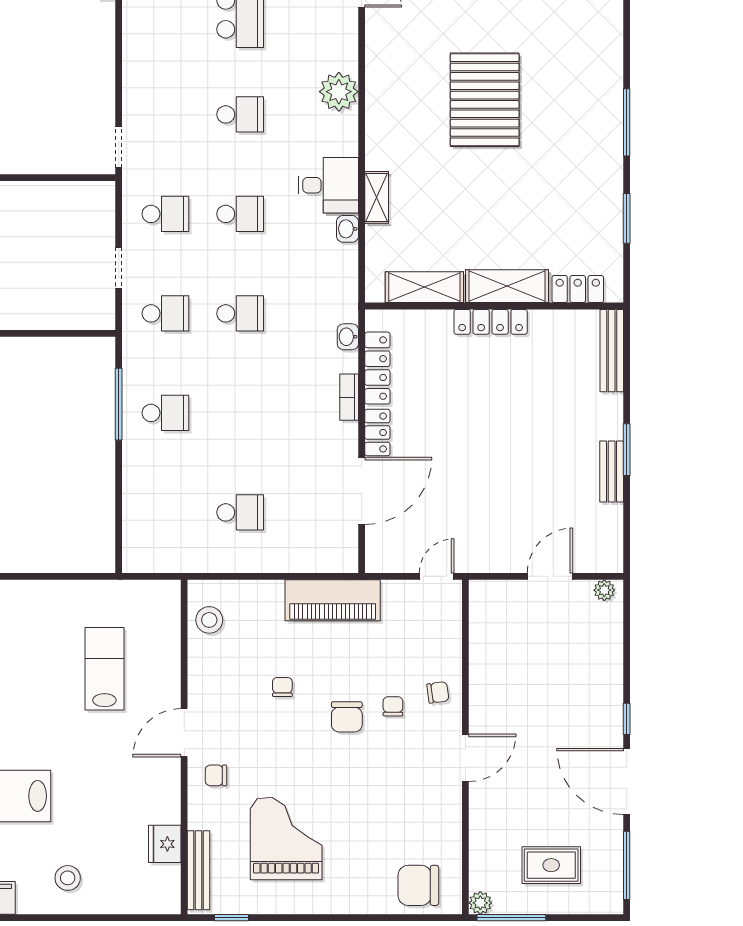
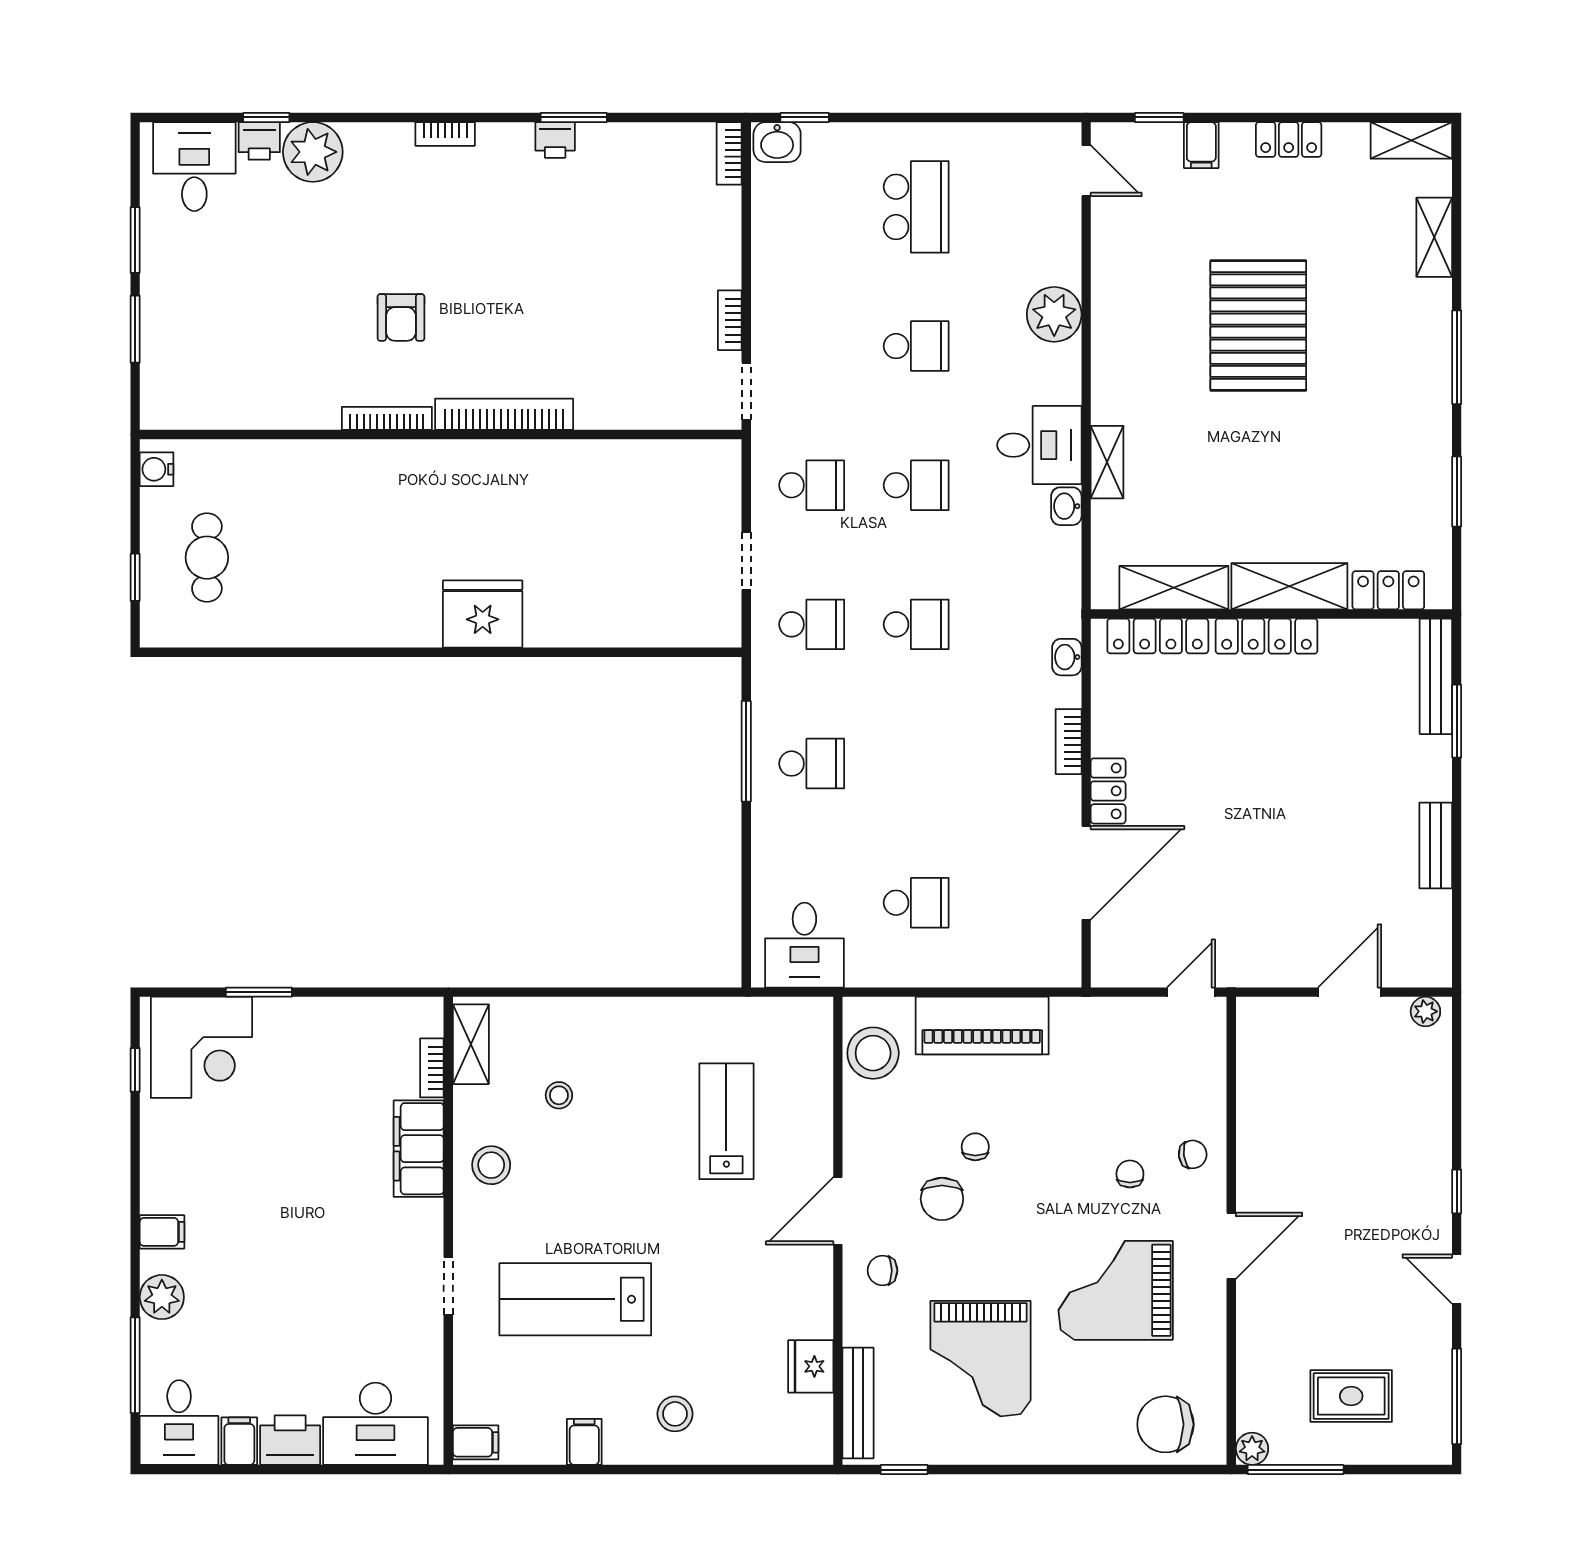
shelving: (611, 37) -> (1434, 237), added
bookcase: (107, 96) -> (730, 320), added
locker: (377, 368) -> (1158, 636), moved, turned 90
window: (627, 450) -> (1457, 721), moved
desk: (160, 543) -> (804, 945), added
piano: (333, 600) -> (982, 1026), moved
stool: (209, 620) -> (873, 1053), width x1.38, depth x1.38
chair: (347, 717) -> (942, 1199), moved
door: (627, 782) -> (1457, 1279), width x0.53
grand piano: (383, 790) -> (1116, 1290), added
grand piano: (286, 838) -> (981, 1359), turned 180

